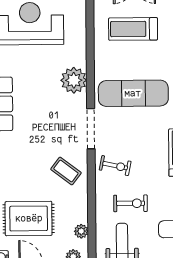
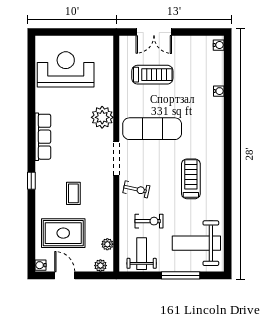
treadmill: (133, 29) -> (152, 75), turned 180
coffee table: (66, 171) -> (73, 193), moved, turned 53

